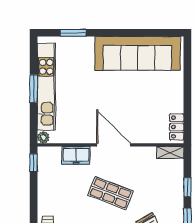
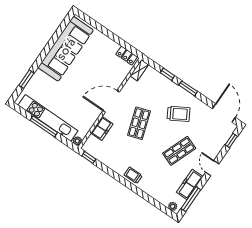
window: (34, 89) -> (44, 126), width x1.44
shop shelf: (111, 193) -> (139, 123), turned -39

